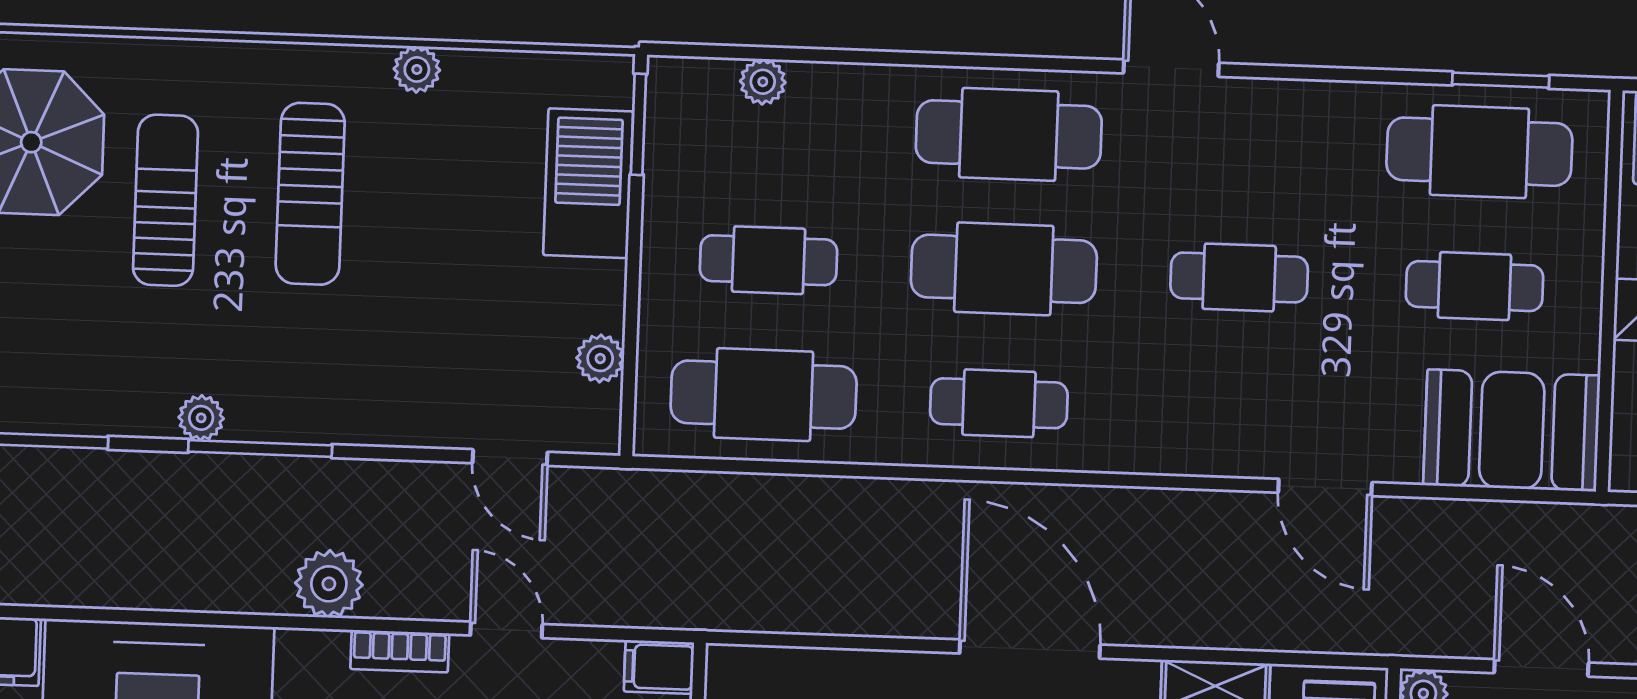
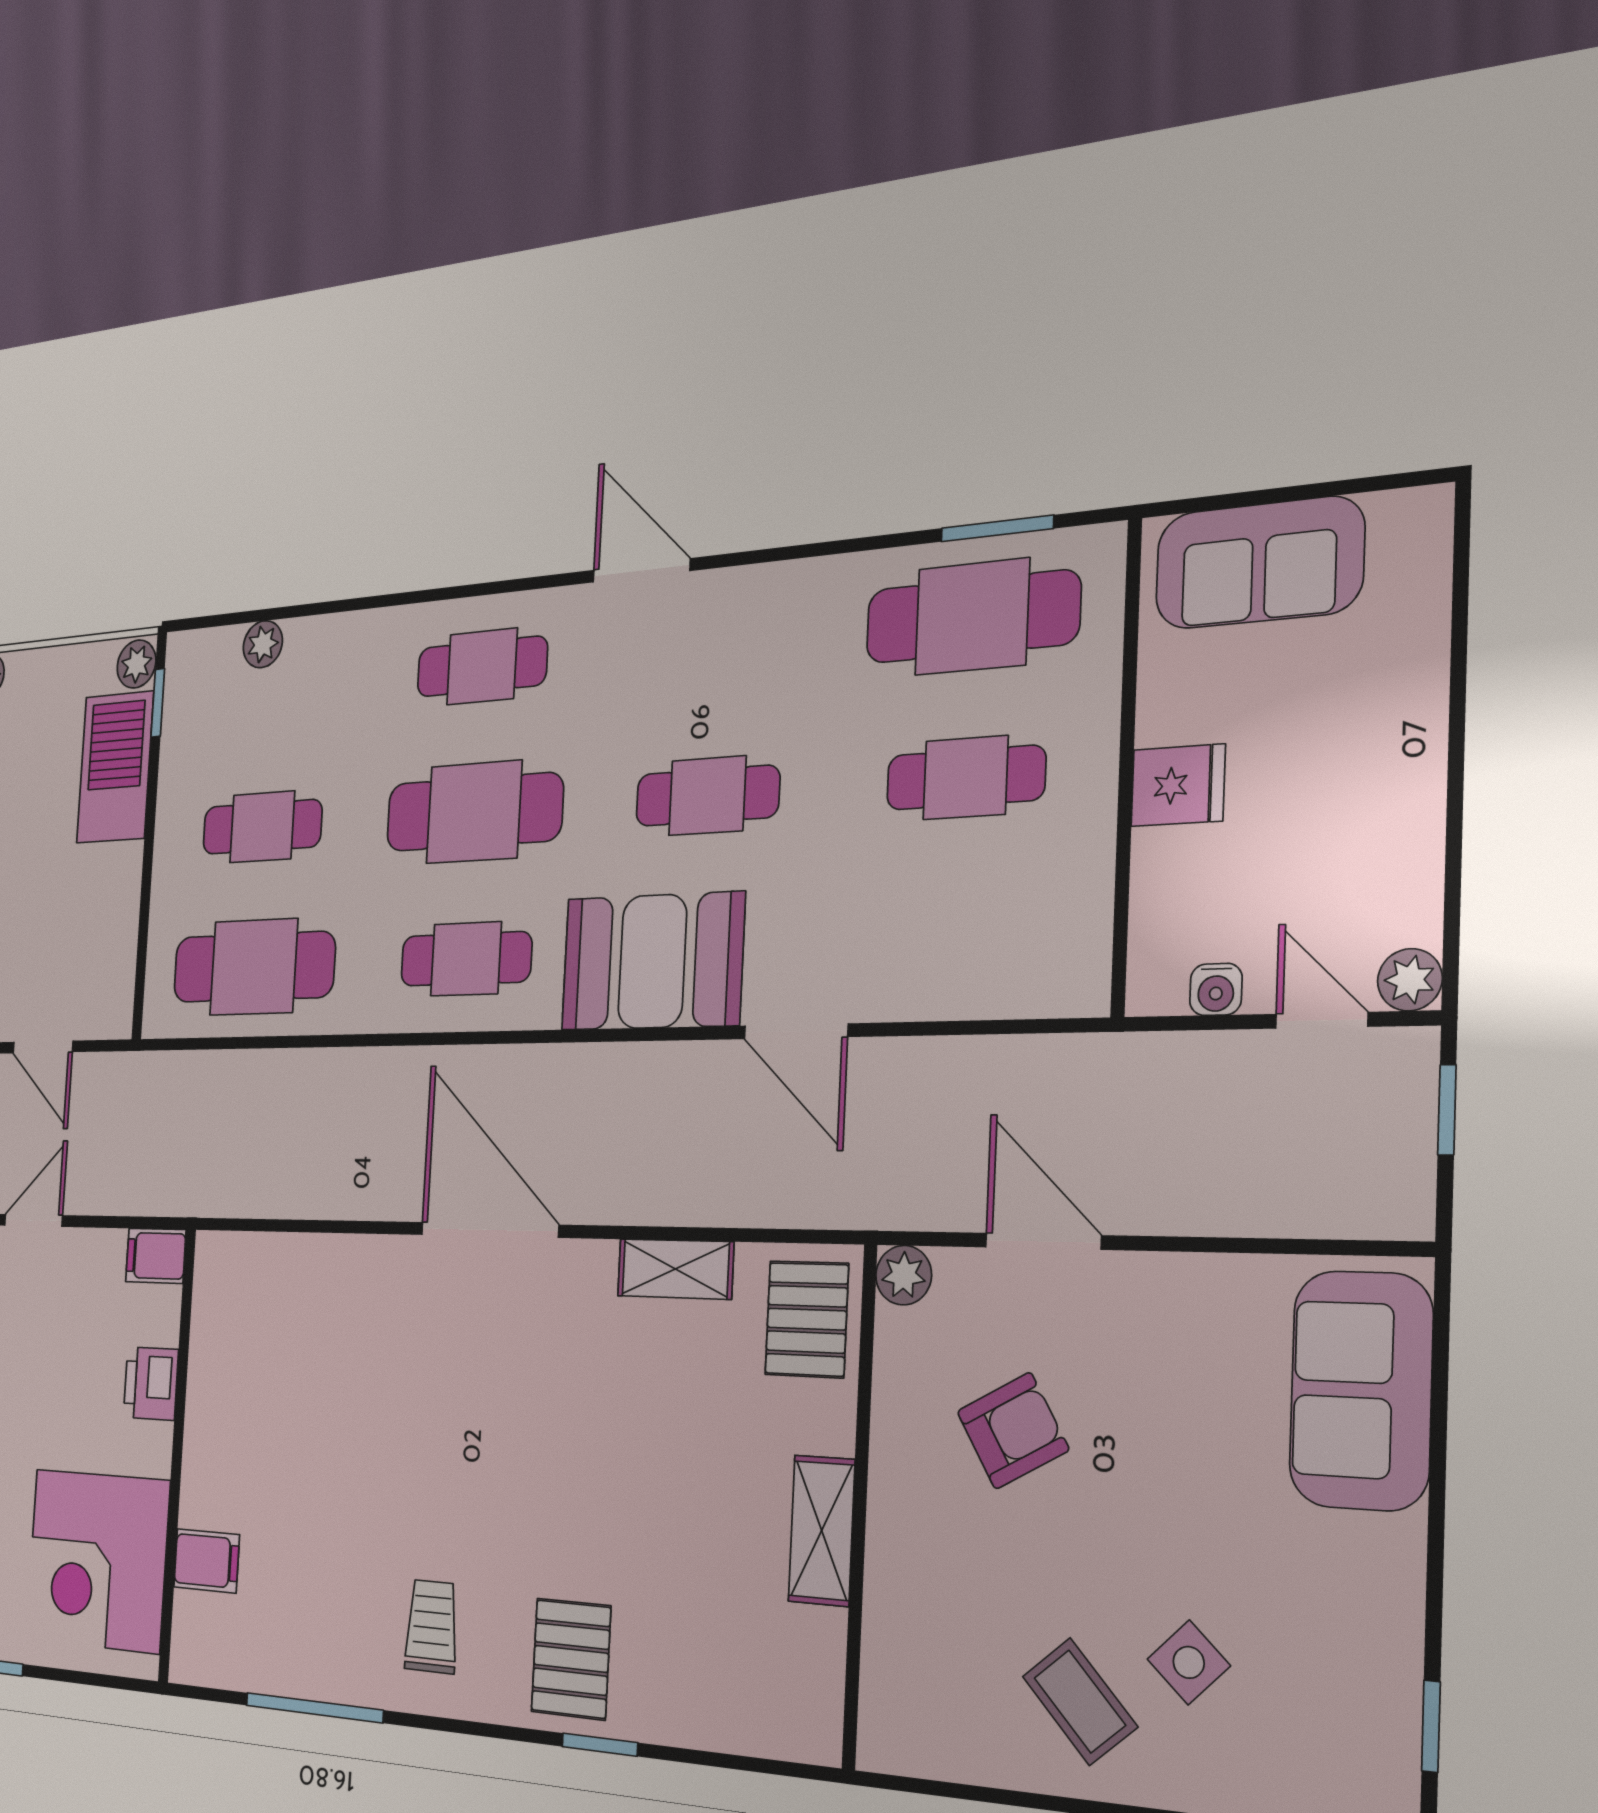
window: (639, 124) -> (158, 703), width x0.67
cafe table: (1009, 134) -> (482, 666), width x0.73, depth x0.74
plant: (600, 359) -> (136, 664), moved
booth: (1512, 430) -> (652, 961), moved
door: (506, 630) -> (33, 1220), hinge flipped

